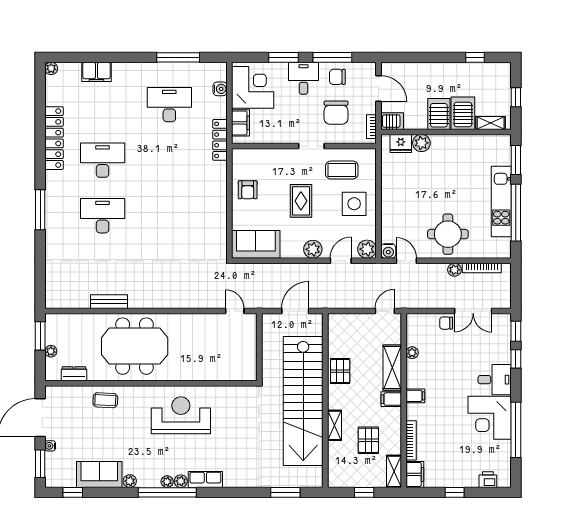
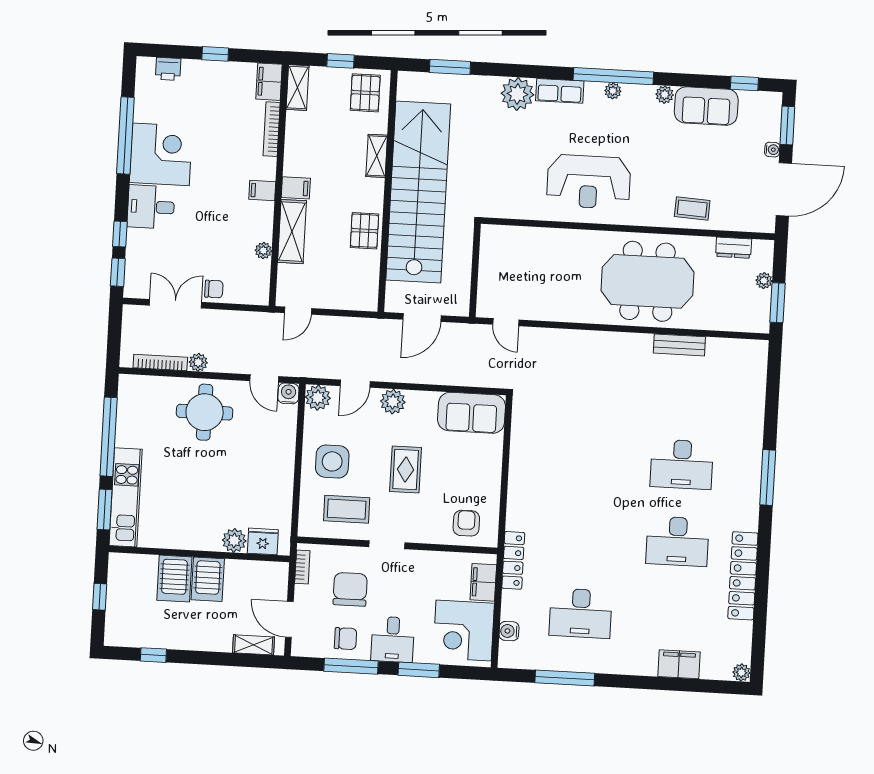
server rack: (392, 121) -> (273, 573), removed
shelving: (491, 123) -> (254, 645), moved
armchair: (248, 190) -> (466, 523), moved
kitchen unit: (501, 201) -> (126, 497), moved
pallet: (368, 440) -> (365, 93), moved
plant: (181, 481) -> (517, 94), moved, width x1.88, depth x1.88

